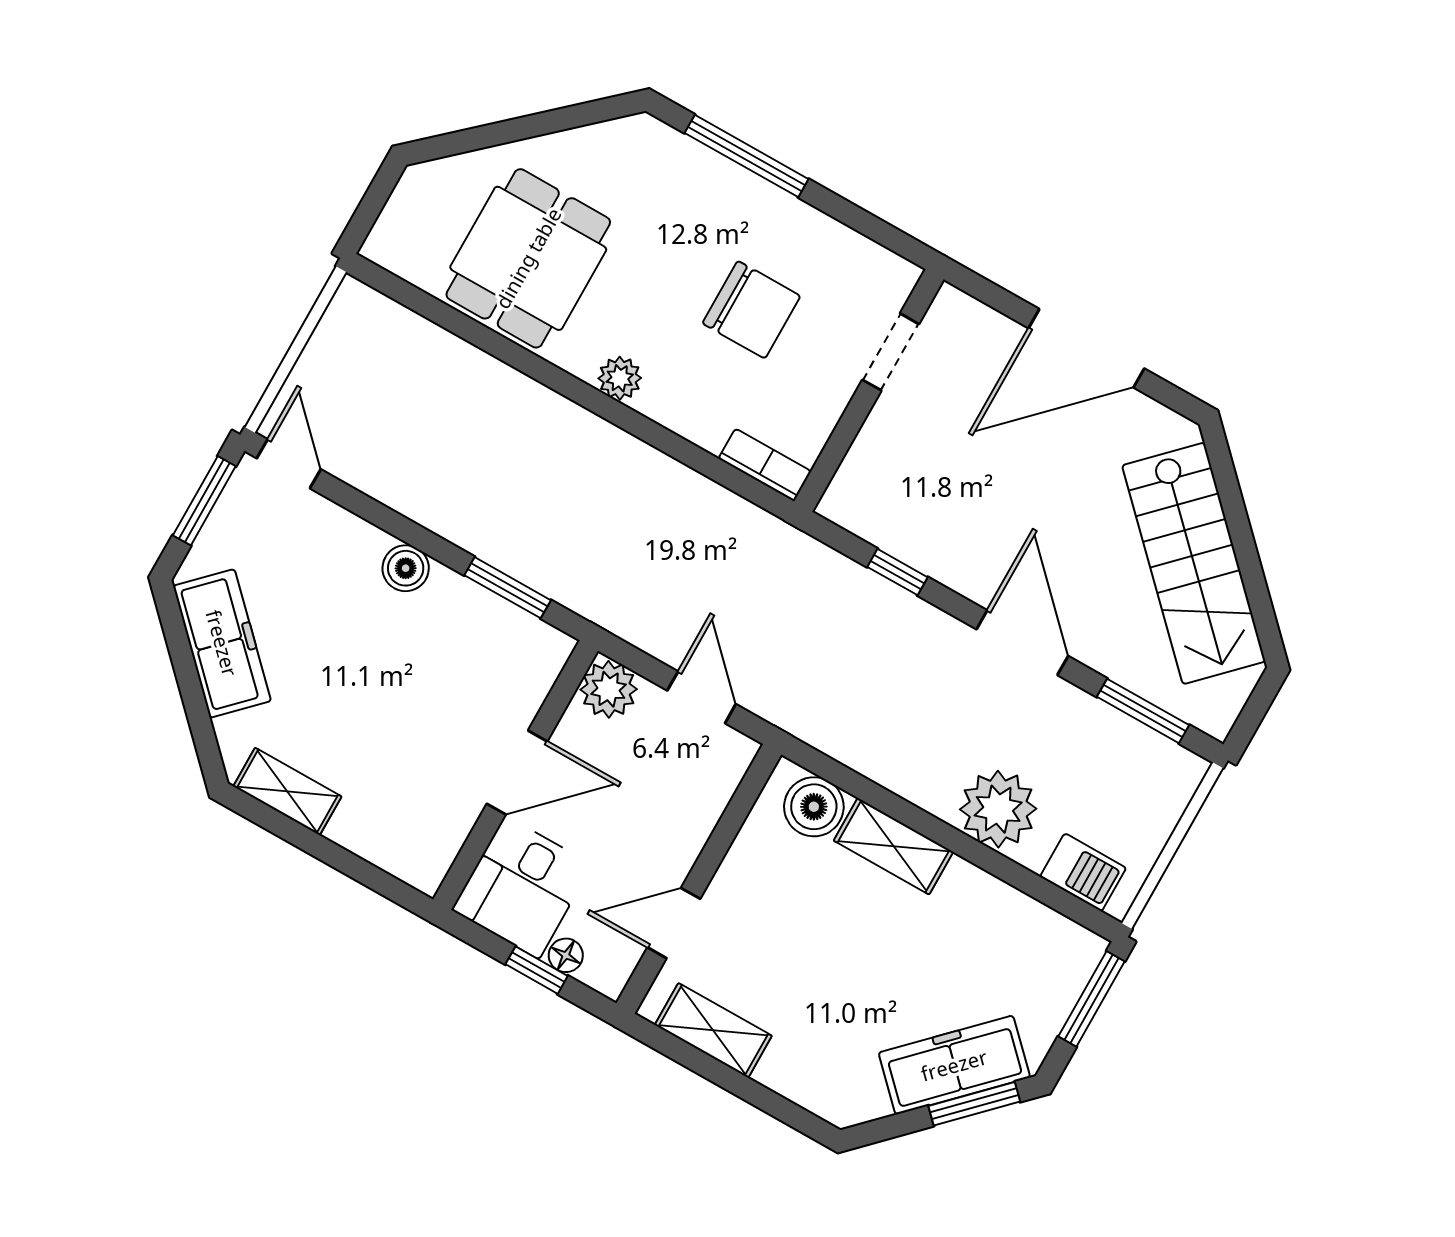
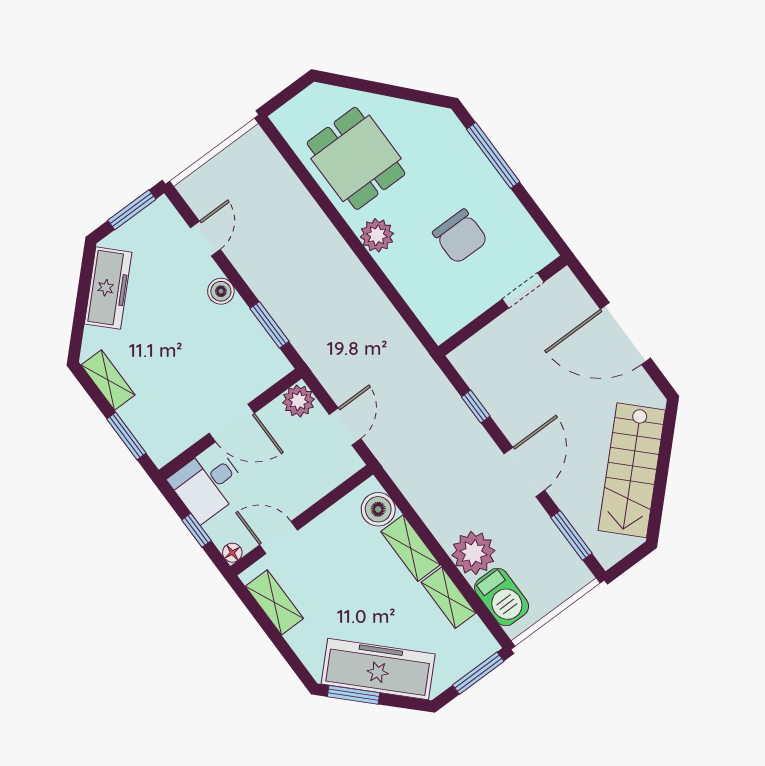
dining table: (528, 258) -> (356, 158), turned 90
plant: (620, 378) -> (377, 235), width x1.38, depth x1.38
door: (289, 464) -> (205, 238), moved
bookcase: (765, 465) -> (431, 320), removed
window: (357, 868) -> (126, 436), added
barbecue: (1083, 872) -> (502, 597), width x1.38, depth x1.27
shelving: (990, 899) -> (449, 598), added
floor lamp: (566, 955) -> (232, 553), moved
freezer: (954, 1065) -> (378, 669), width x1.36, depth x1.26
window: (974, 1104) -> (354, 695), moved

